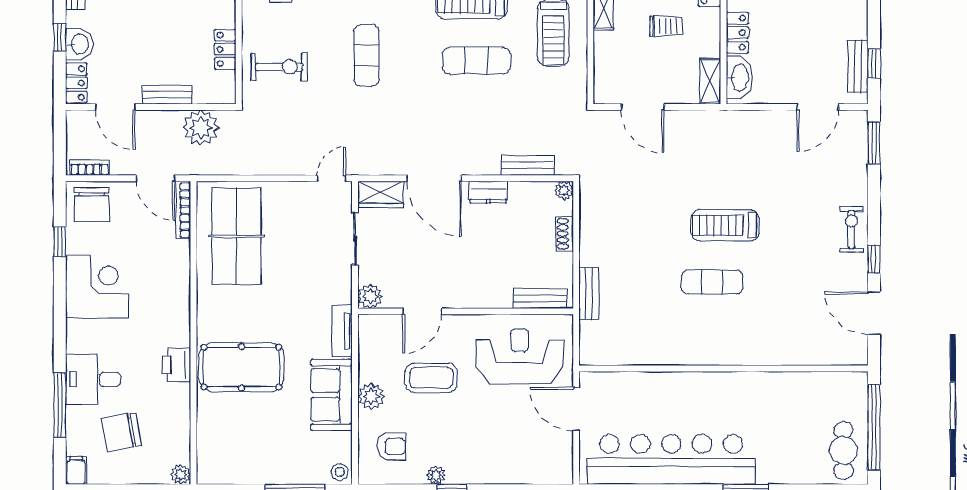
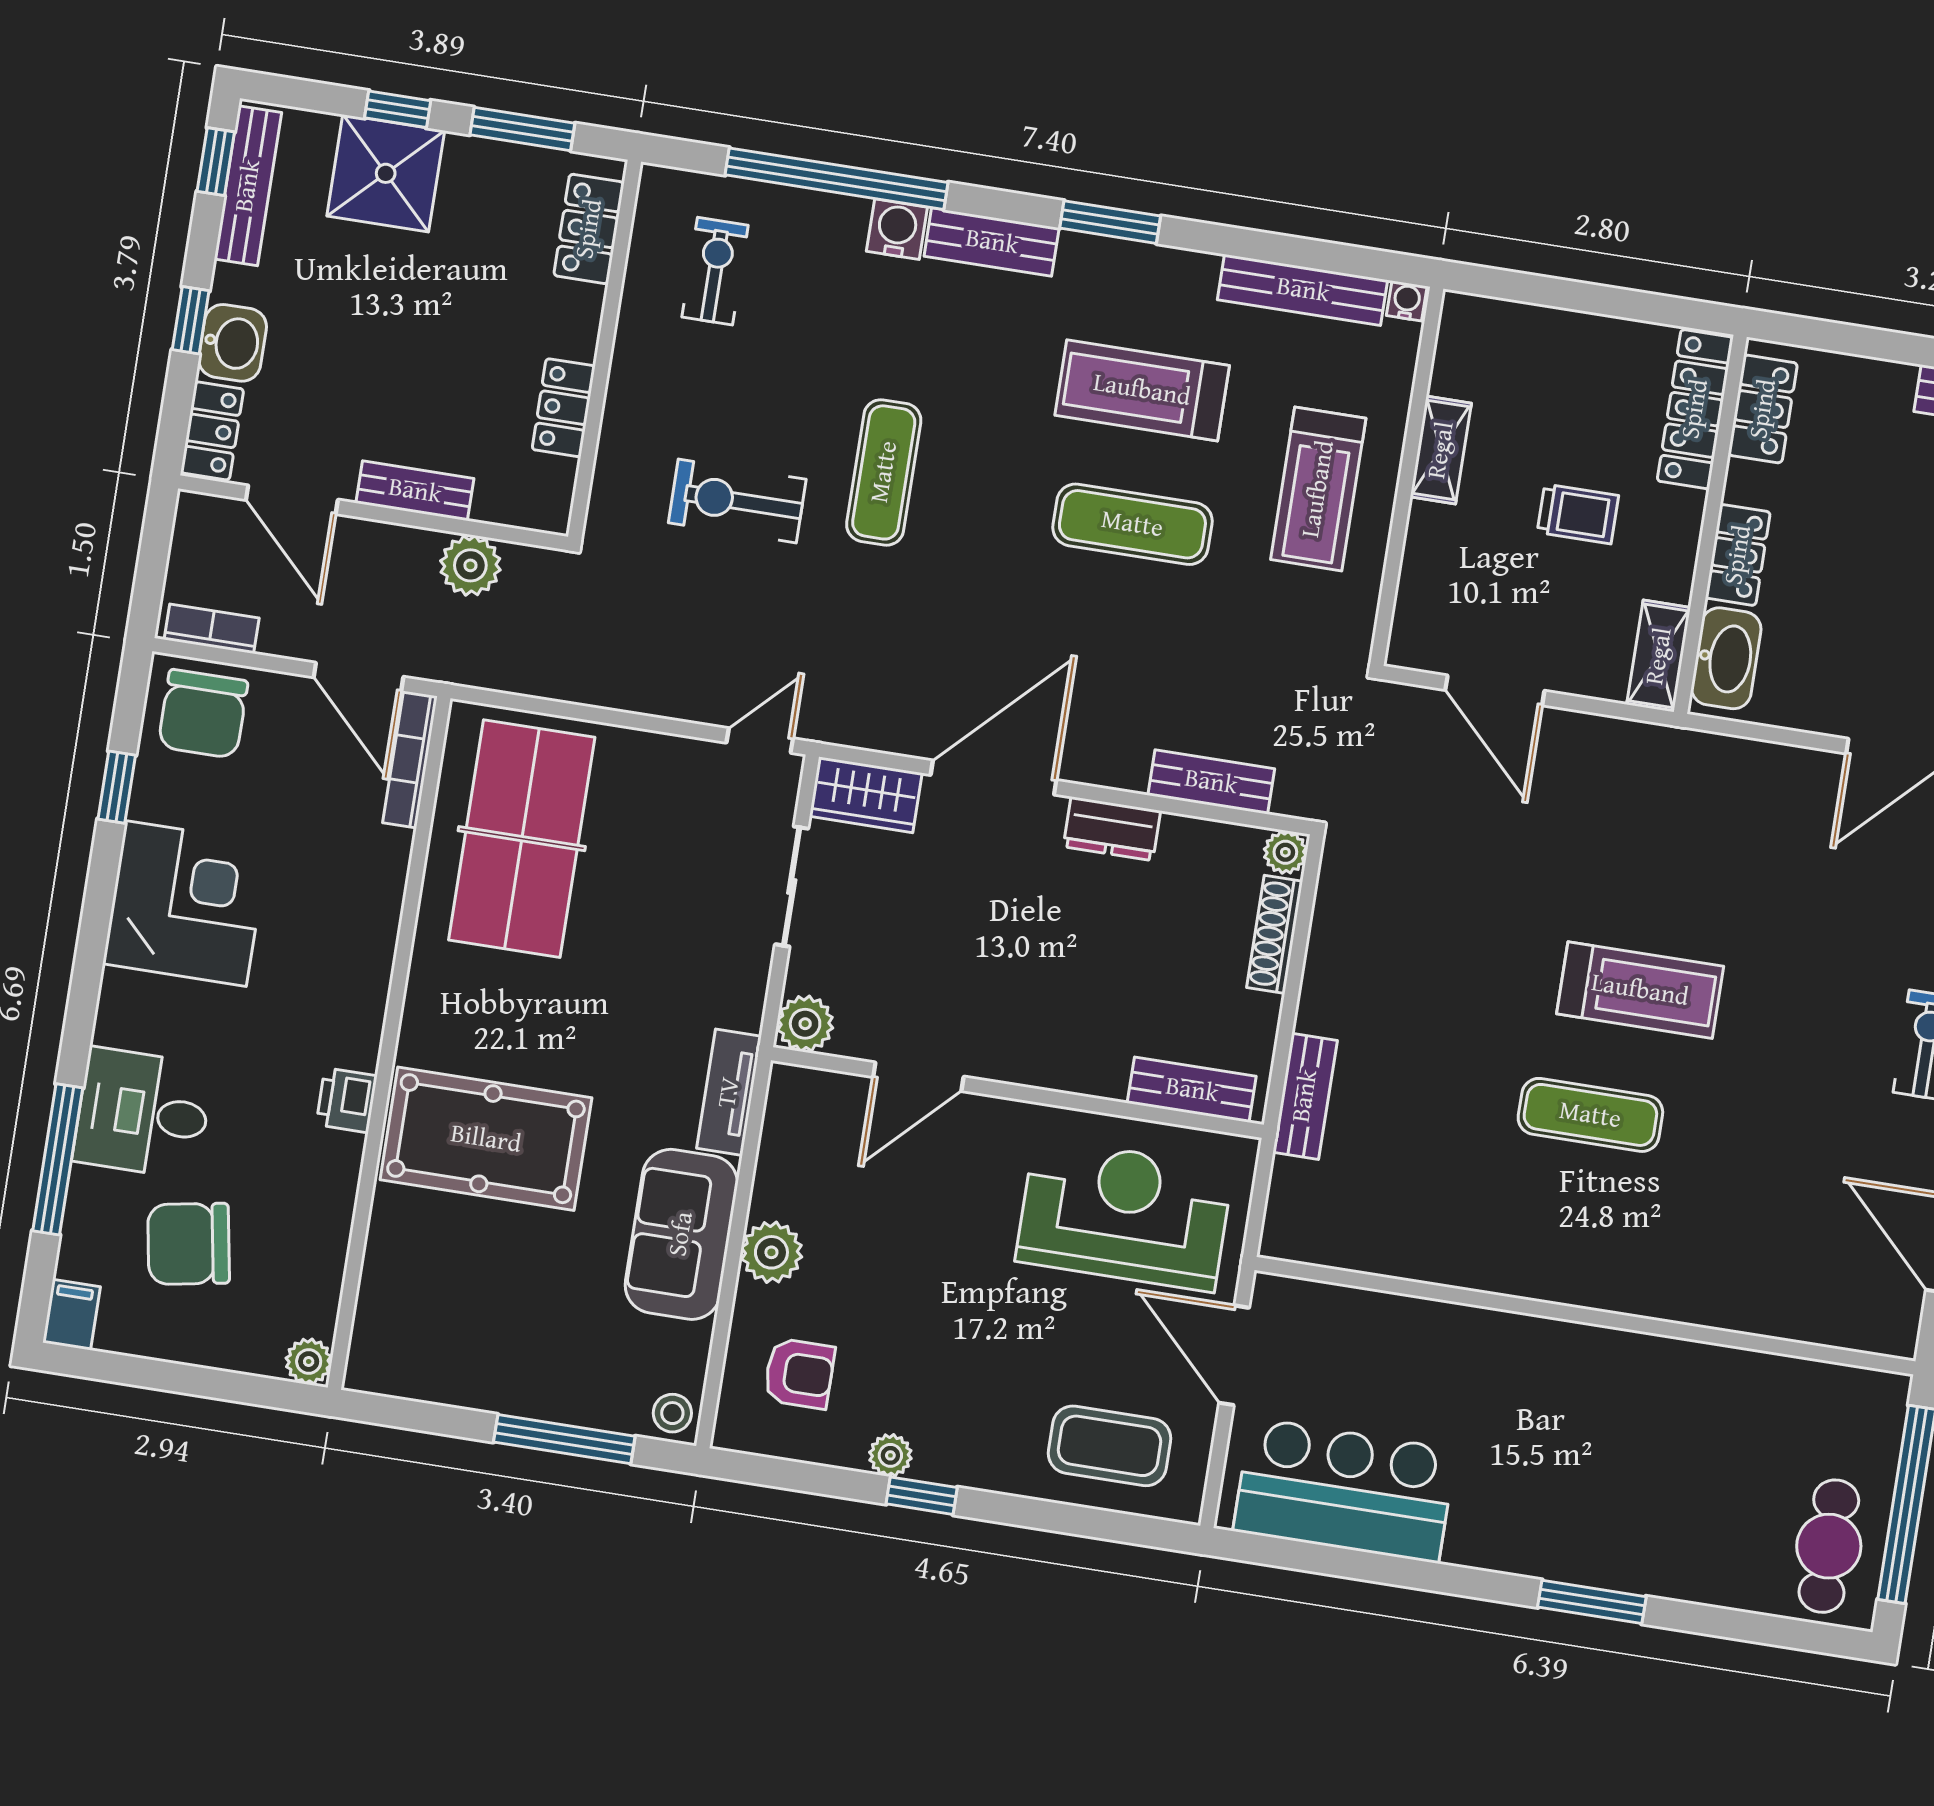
exercise bike: (279, 67) -> (737, 501), moved, turned 180
plant: (201, 128) -> (470, 565), width x0.73, depth x0.73
door: (434, 178) -> (993, 778), swing flipped
treadmill: (725, 225) -> (1640, 990), turned 180
shoe rack: (565, 234) -> (1275, 934), width x1.43
printer: (176, 365) -> (347, 1100), width x0.73, depth x0.81
coffee table: (431, 378) -> (1109, 1446), moved
bar counter: (671, 459) -> (1345, 1490), width x0.54

